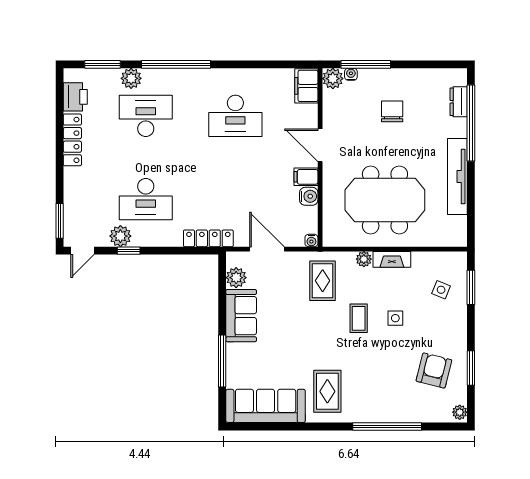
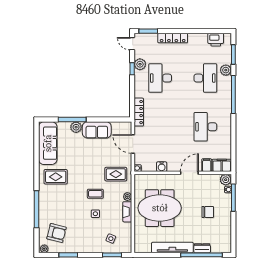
dresser: (459, 102) -> (202, 248), moved
locker: (72, 140) -> (173, 38), moved
filing cabinet: (306, 177) -> (207, 165), moved
meeting table: (385, 200) -> (160, 208), turned 90
door: (267, 249) -> (133, 144), swing flipped
plant: (236, 278) -> (76, 127), moved
armchair: (434, 370) -> (56, 233), moved

